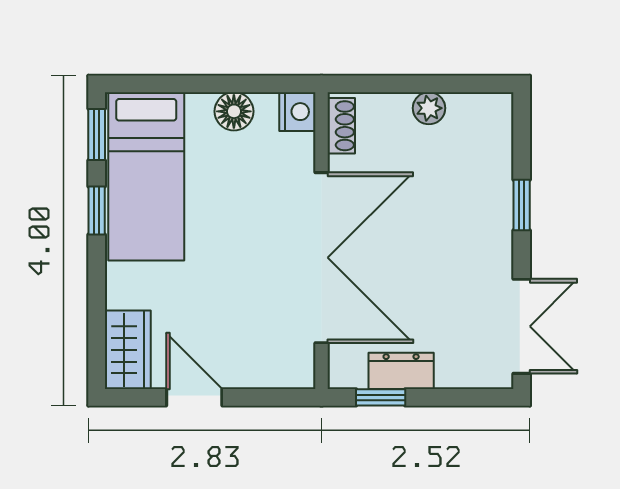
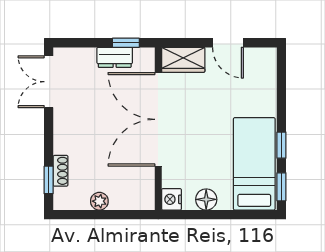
shoe rack: (341, 126) -> (61, 171), moved, turned 180
window: (522, 205) -> (49, 180), moved
wardrobe: (128, 350) -> (183, 60), moved, turned -90

